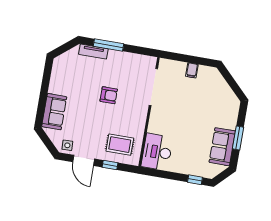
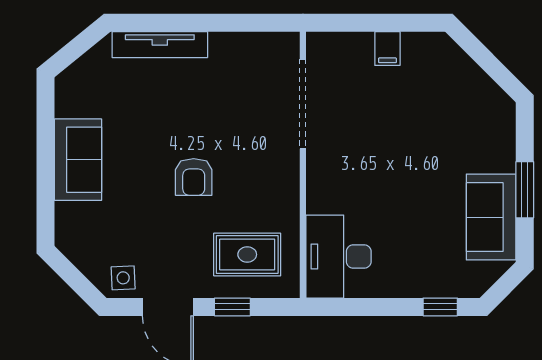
window: (108, 45) -> (179, 23), removed
tv unit: (93, 52) -> (160, 45), width x1.41
armchair: (109, 95) -> (194, 177), moved, turned 90
sofa: (54, 112) -> (78, 160), moved

